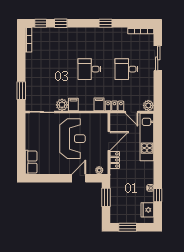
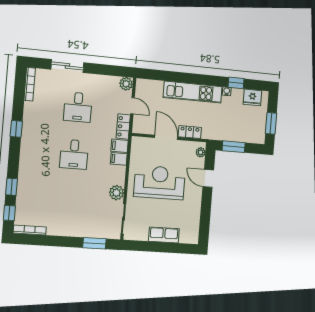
filing cabinet: (73, 105) -> (119, 159), moved
door: (132, 112) -> (133, 106), hinge flipped
kitchen unit: (147, 137) -> (193, 92), moved
row of seats: (31, 162) -> (164, 235), moved

